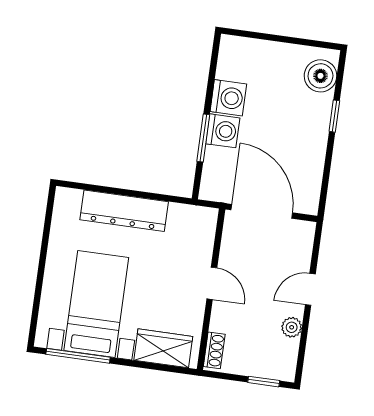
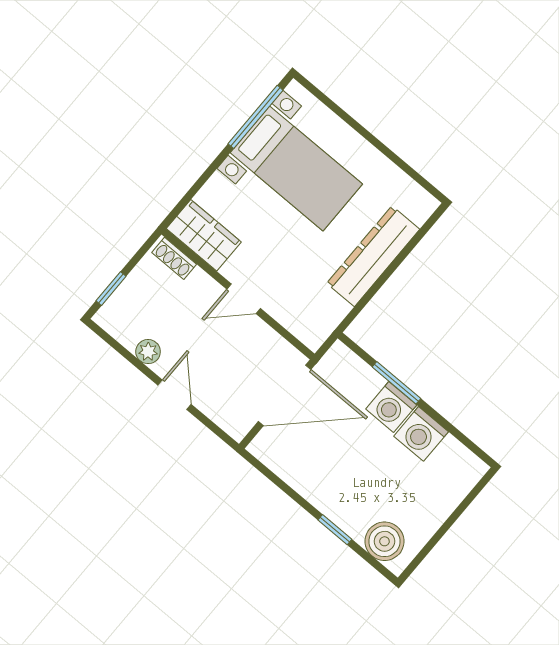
wardrobe: (163, 348) -> (204, 235), moved, turned -90

